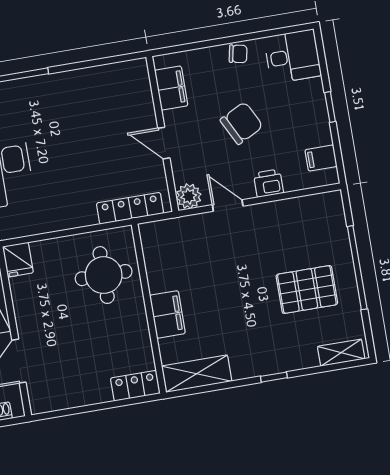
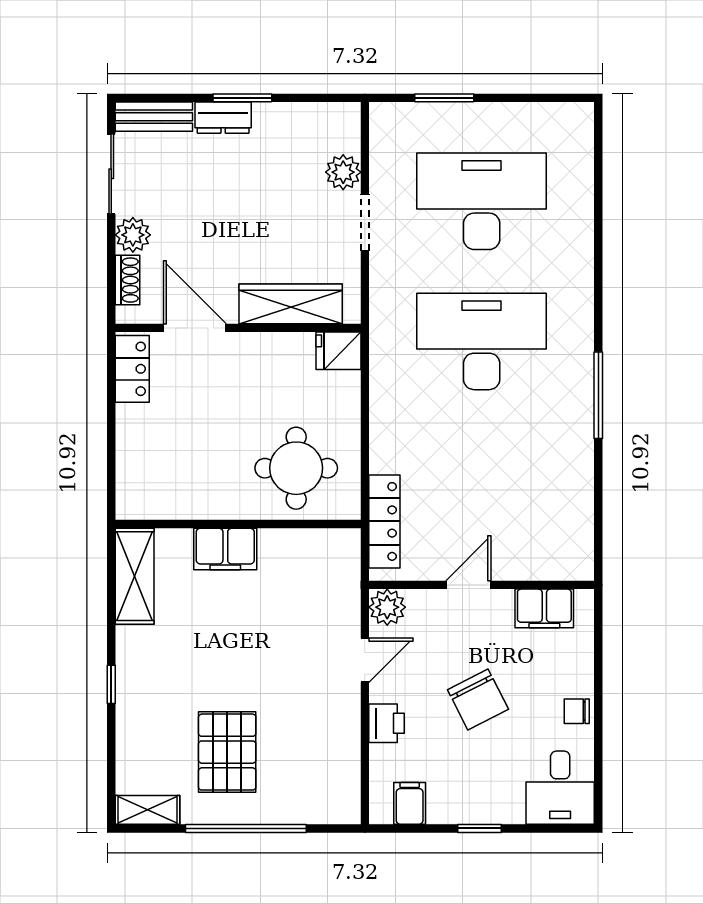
chair: (238, 54) -> (577, 711), turned 79
shelving: (341, 353) -> (147, 810), moved, turned 90
locker: (135, 386) -> (132, 369), moved

